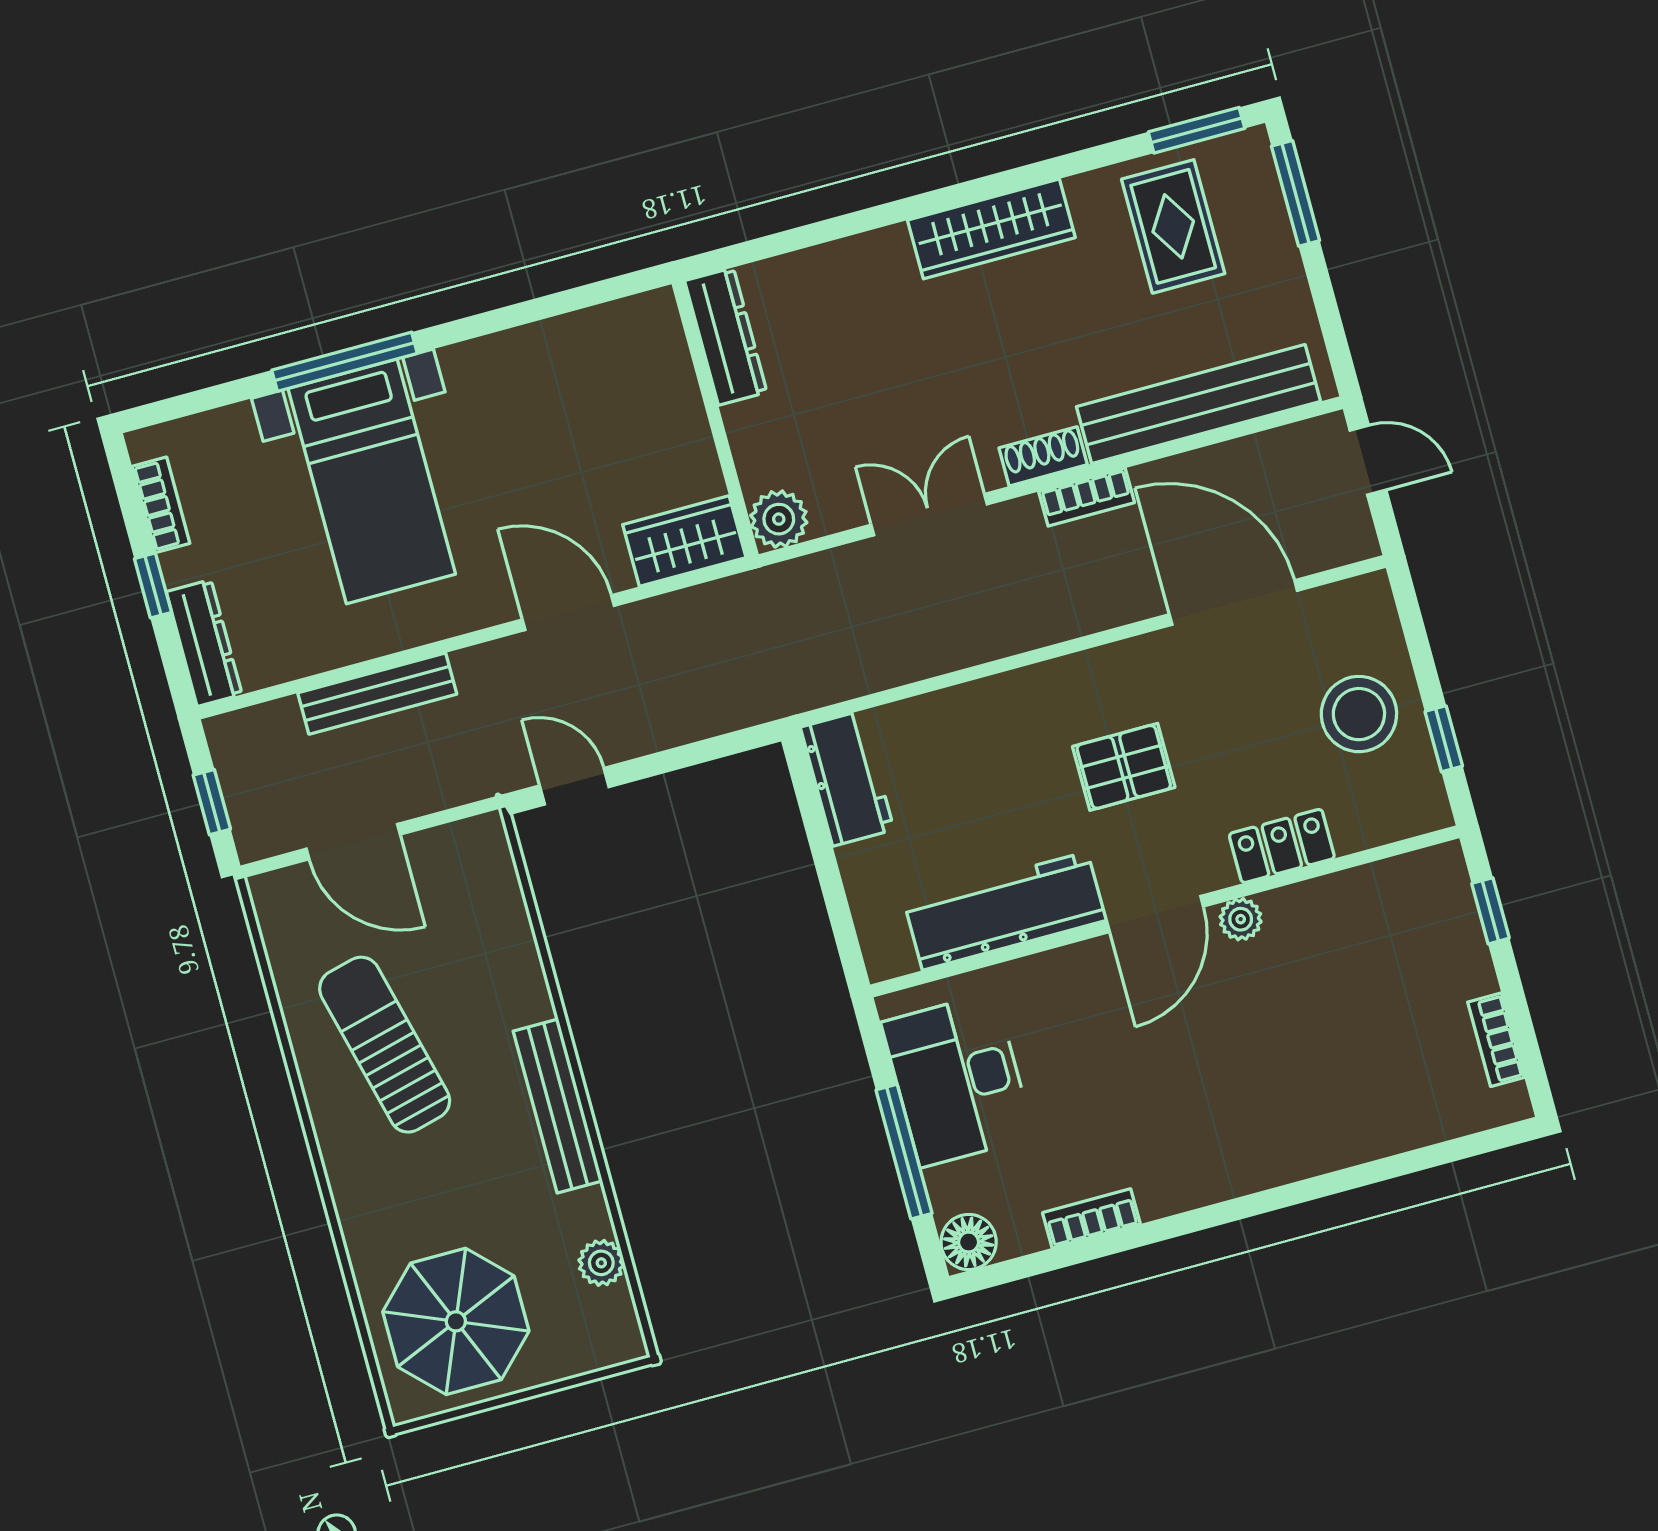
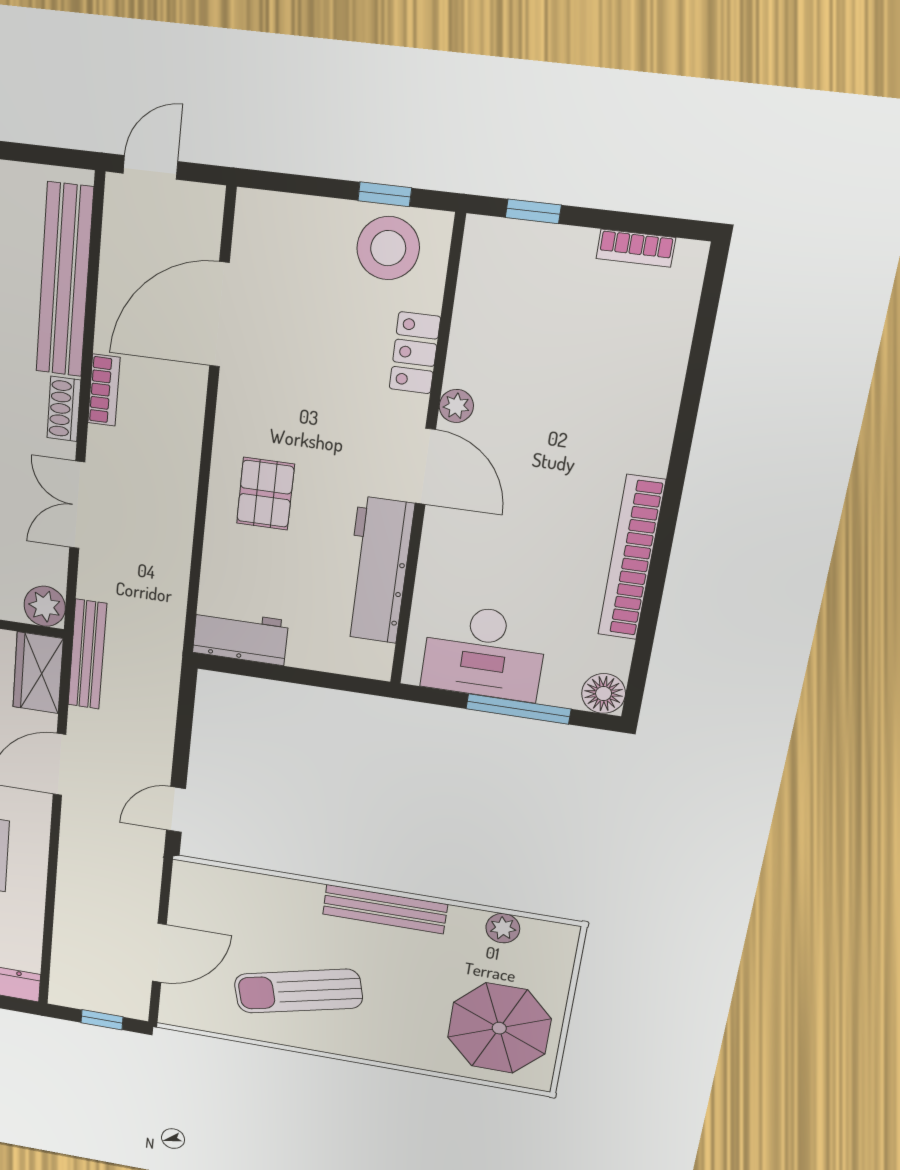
bench: (377, 694) -> (87, 654), moved
stool: (1359, 714) -> (388, 248), moved
pallet: (1124, 767) -> (265, 494), moved
bookcase: (1091, 1218) -> (631, 558), width x2.31, depth x1.31

